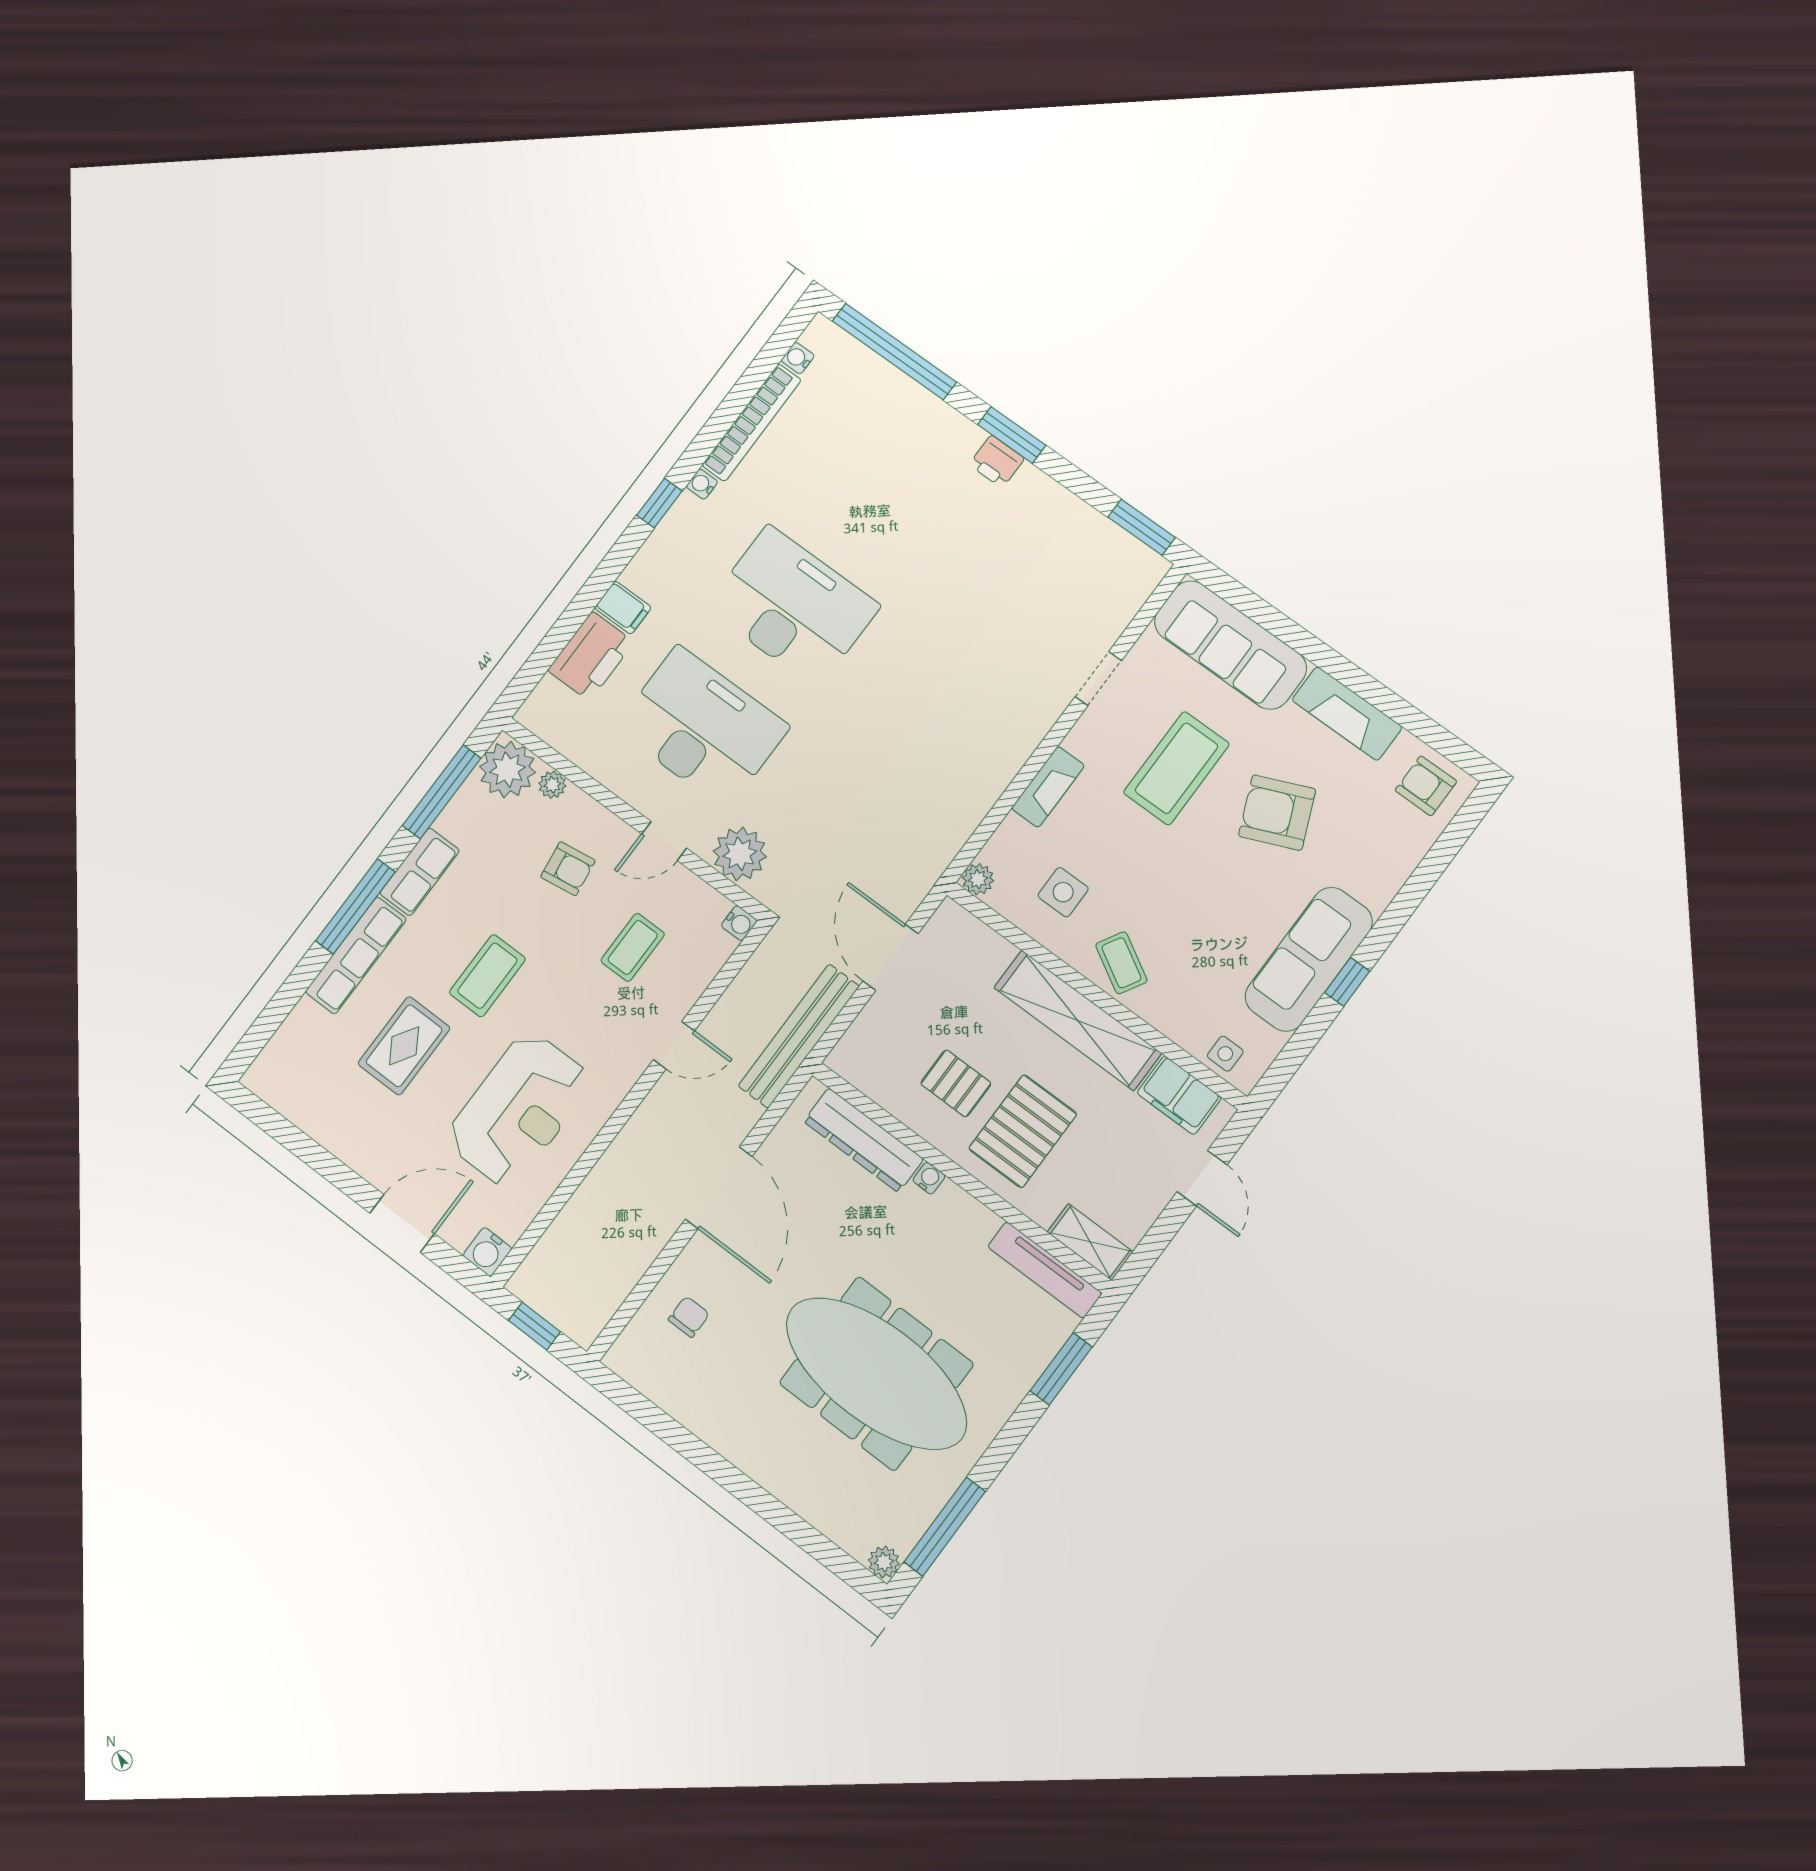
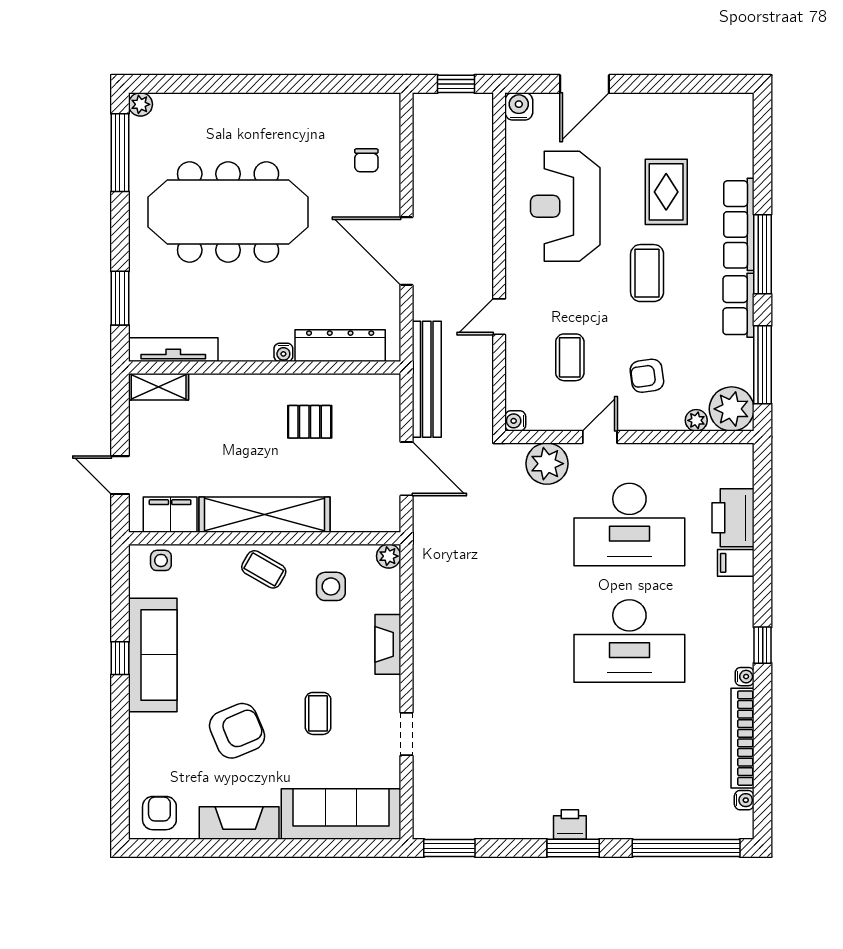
coffee table: (1176, 768) -> (318, 713), width x0.54, depth x0.58
armchair: (1426, 786) -> (159, 813), turned -90
pallet: (1023, 1131) -> (248, 423), removed

